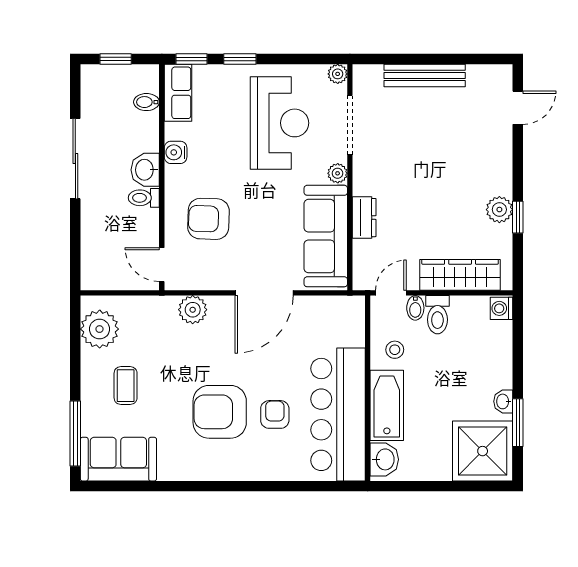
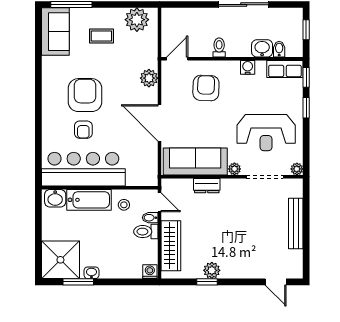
washbasin: (145, 170) -> (262, 48), moved
armchair: (275, 414) -> (83, 130), turned 90

